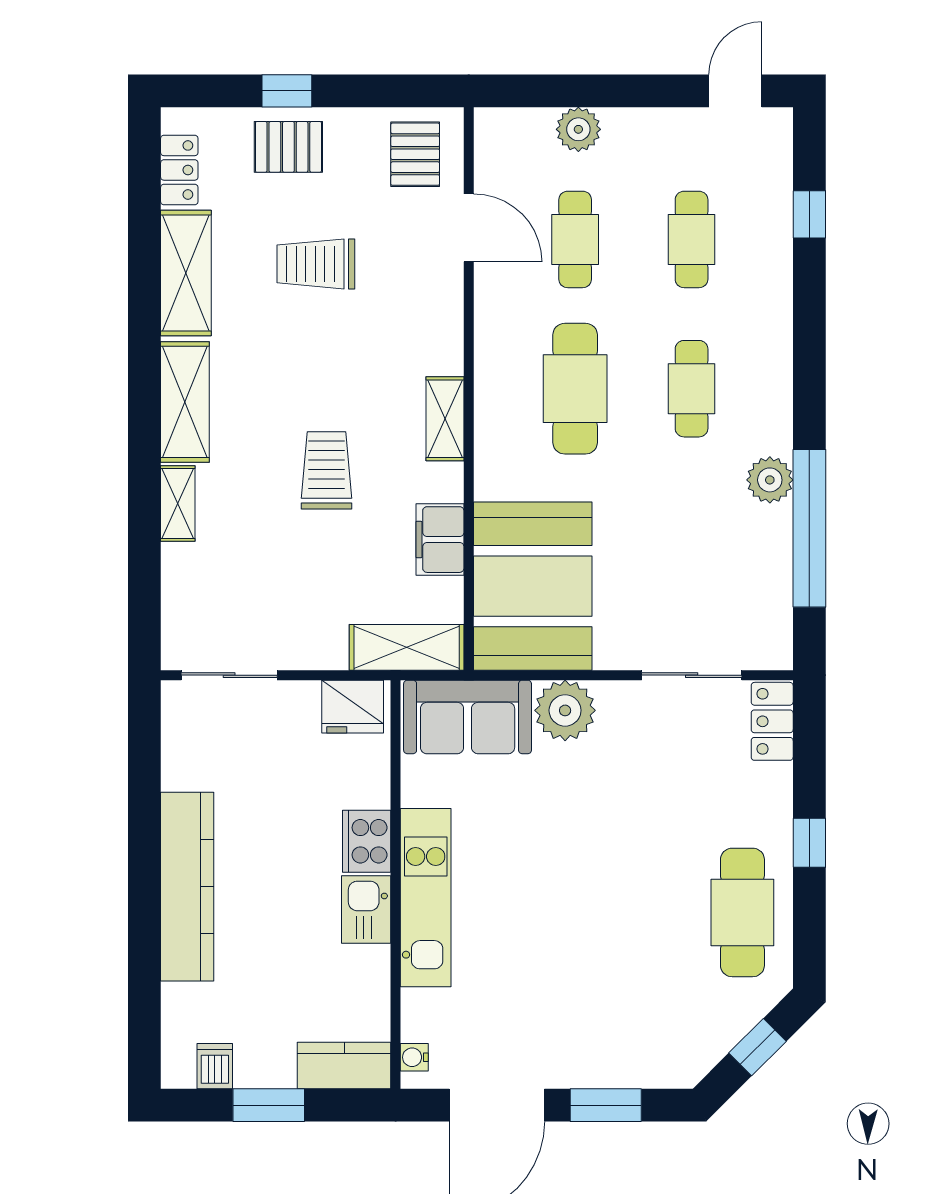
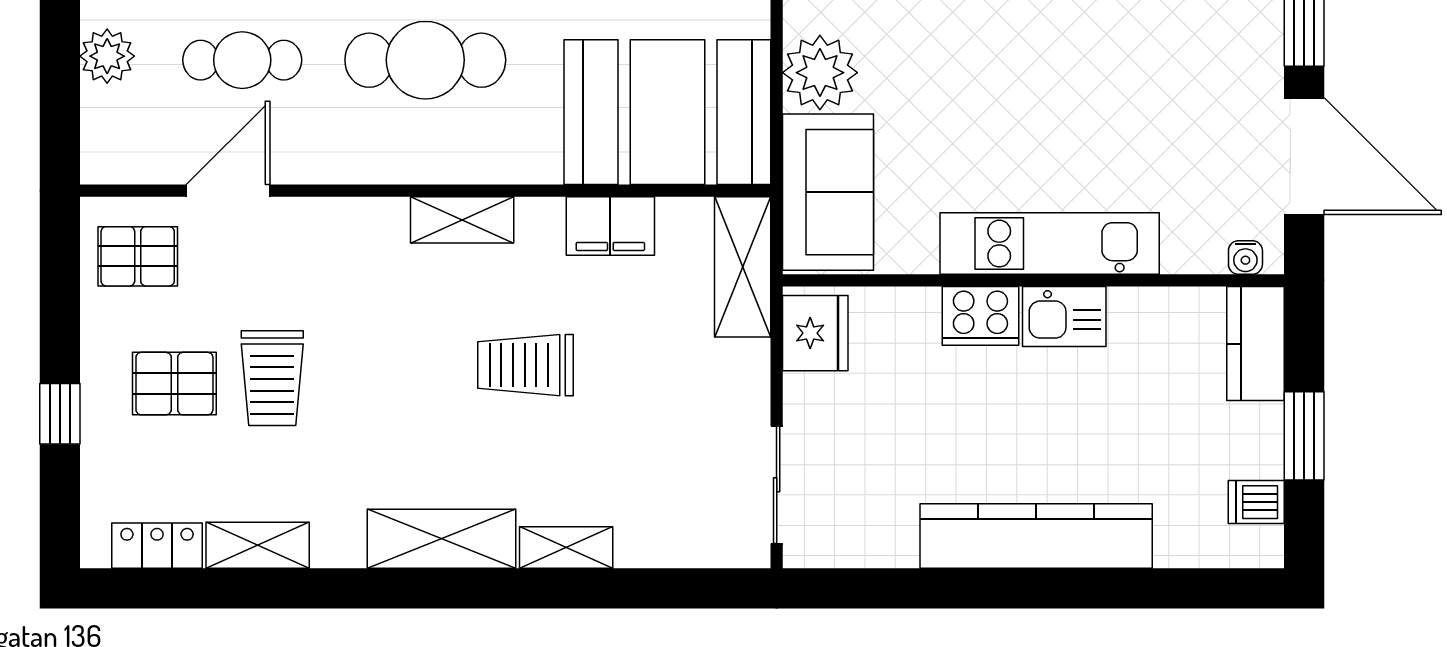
pallet: (288, 147) -> (174, 384), moved, turned 90
shelving: (186, 273) -> (258, 545), width x0.67, depth x0.75

